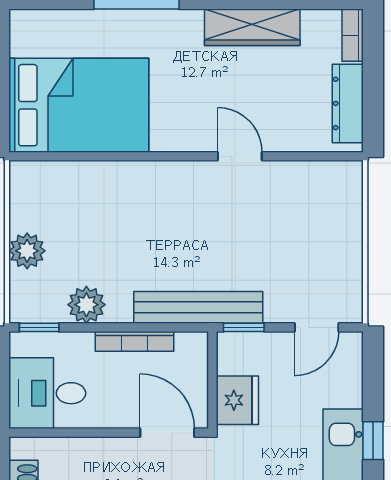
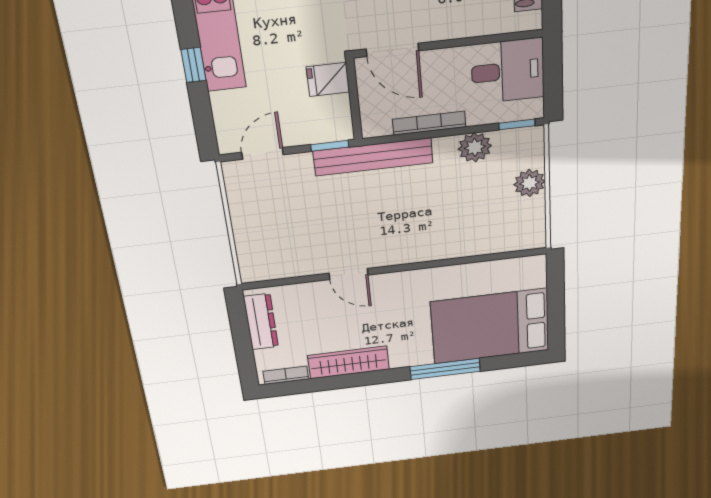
bookcase: (353, 35) -> (286, 375), moved, turned -90
bed: (79, 105) -> (490, 326), moved
fridge: (237, 400) -> (328, 79), width x0.72

